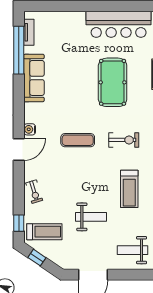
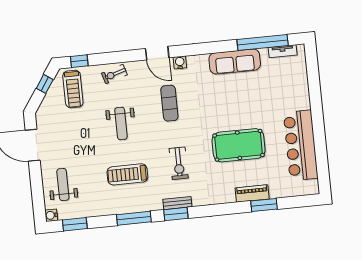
exercise mat: (78, 140) -> (169, 103), moved
weight bench: (91, 217) -> (121, 123), moved

